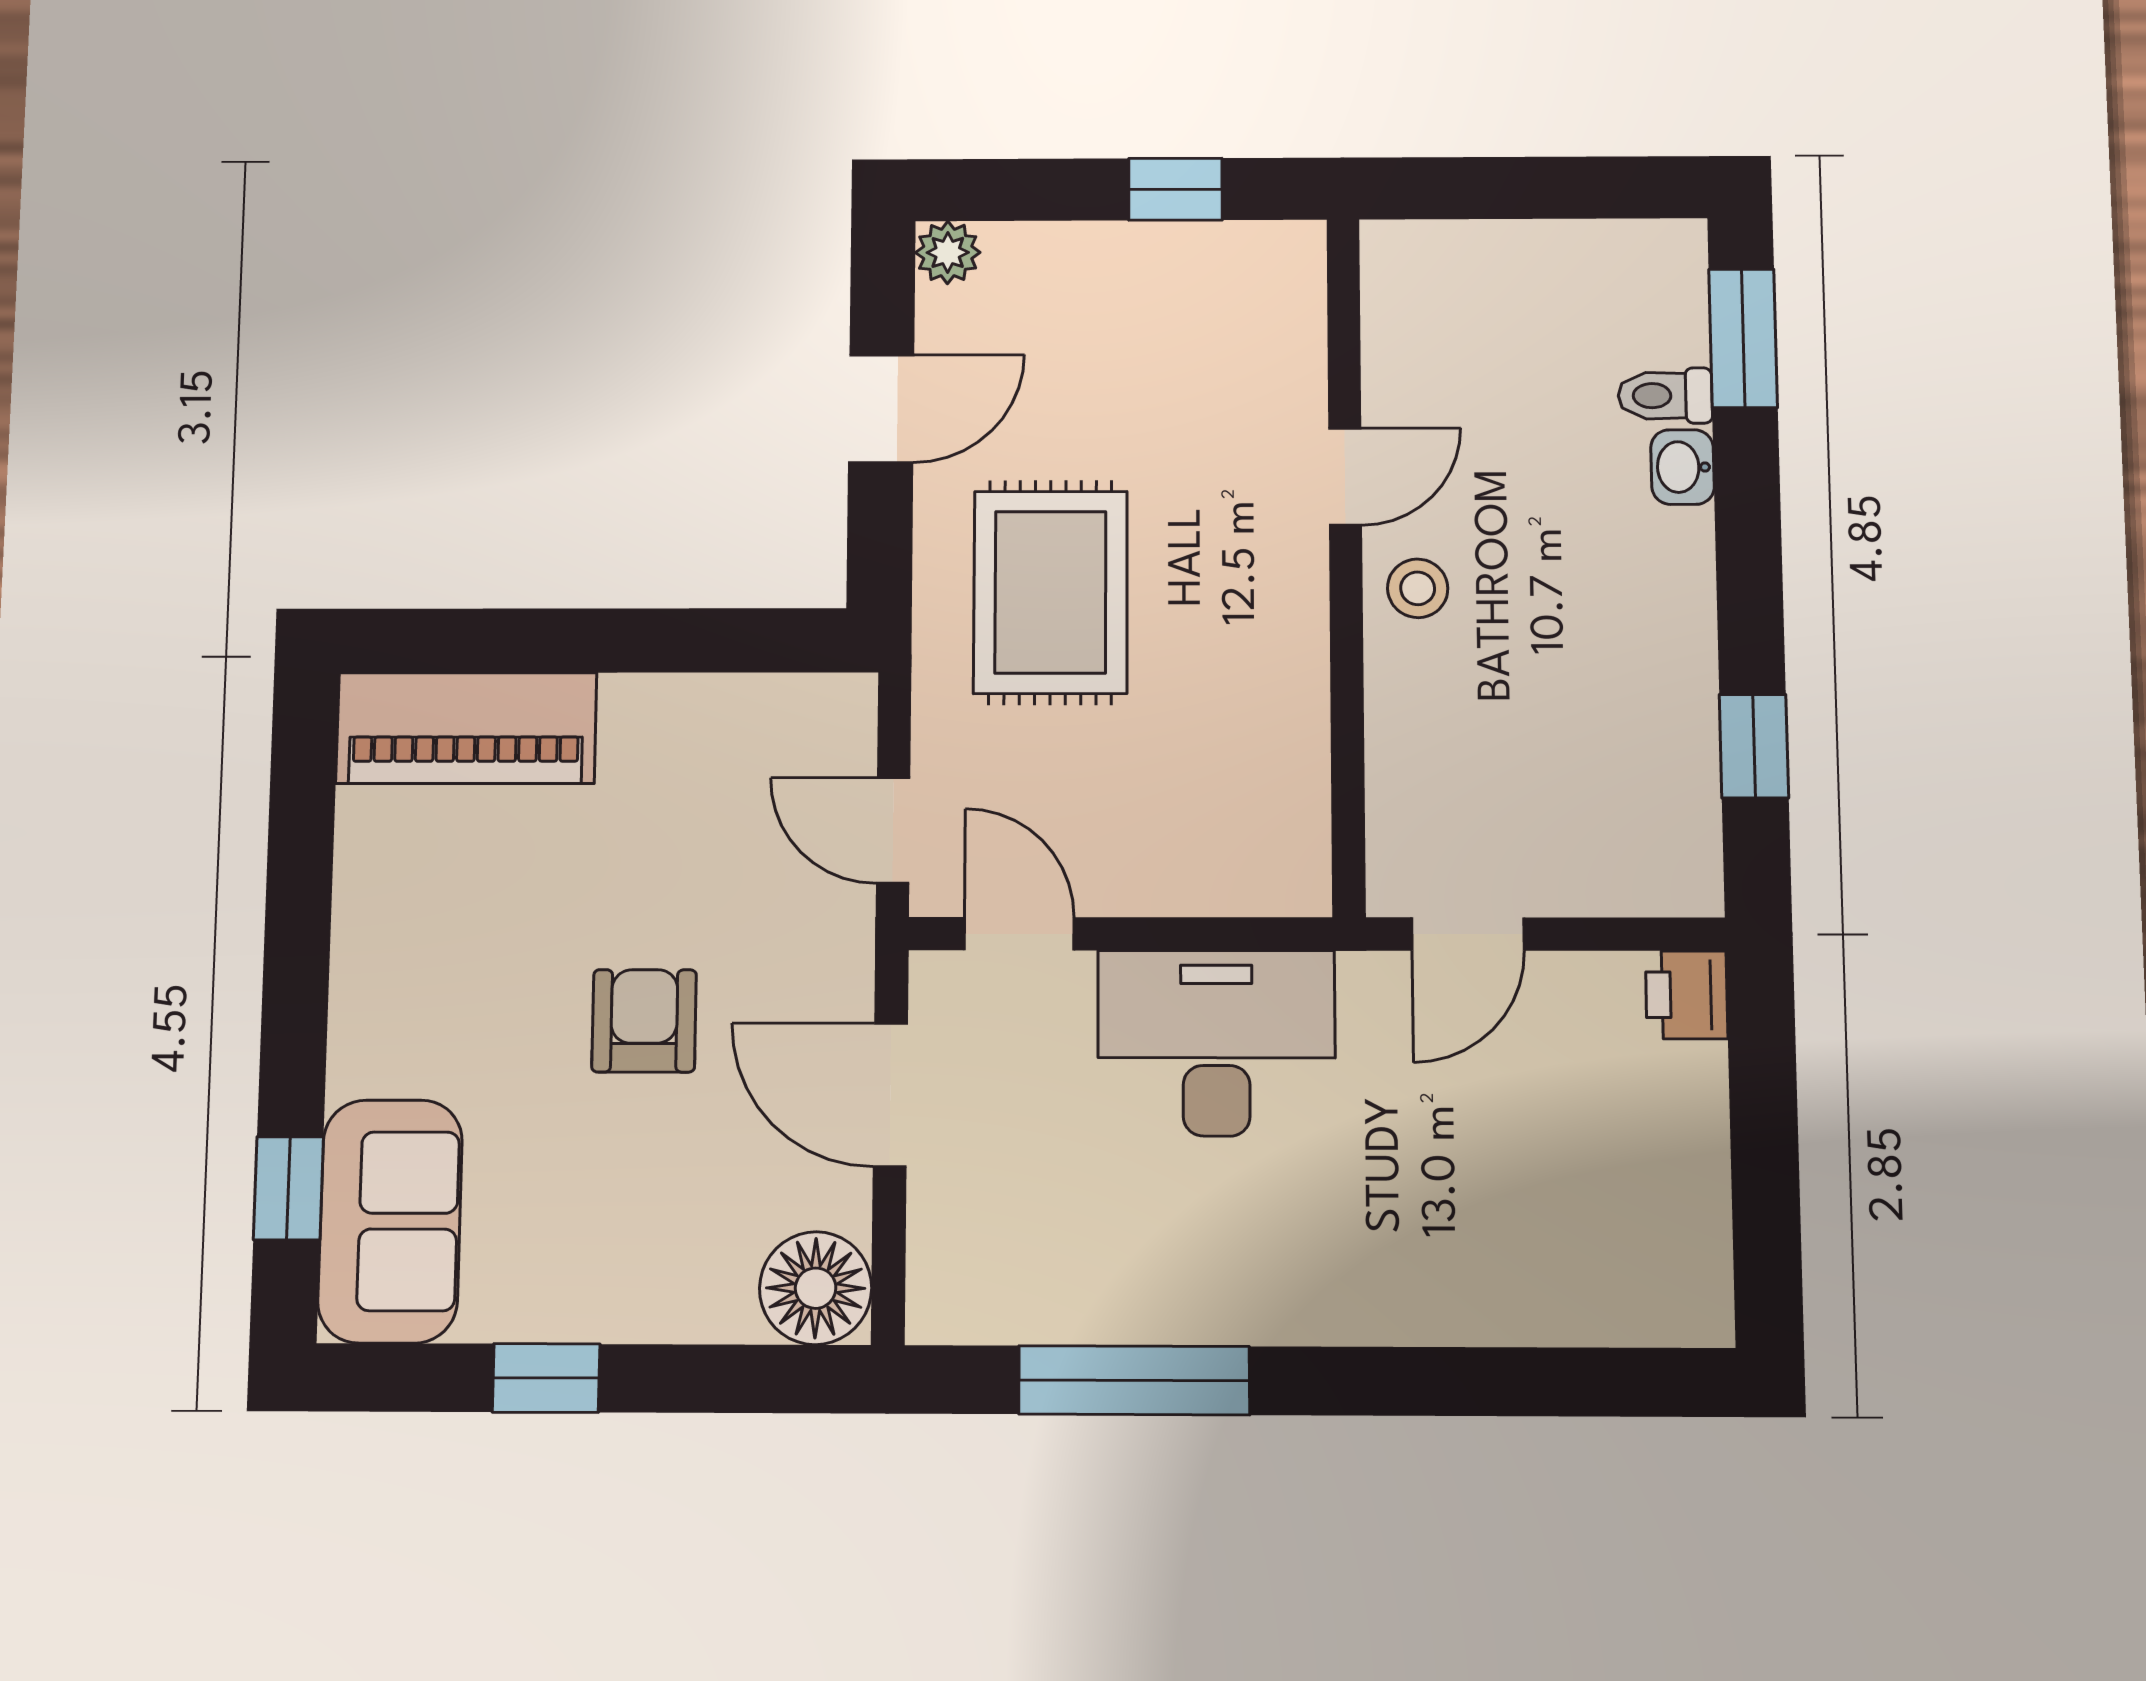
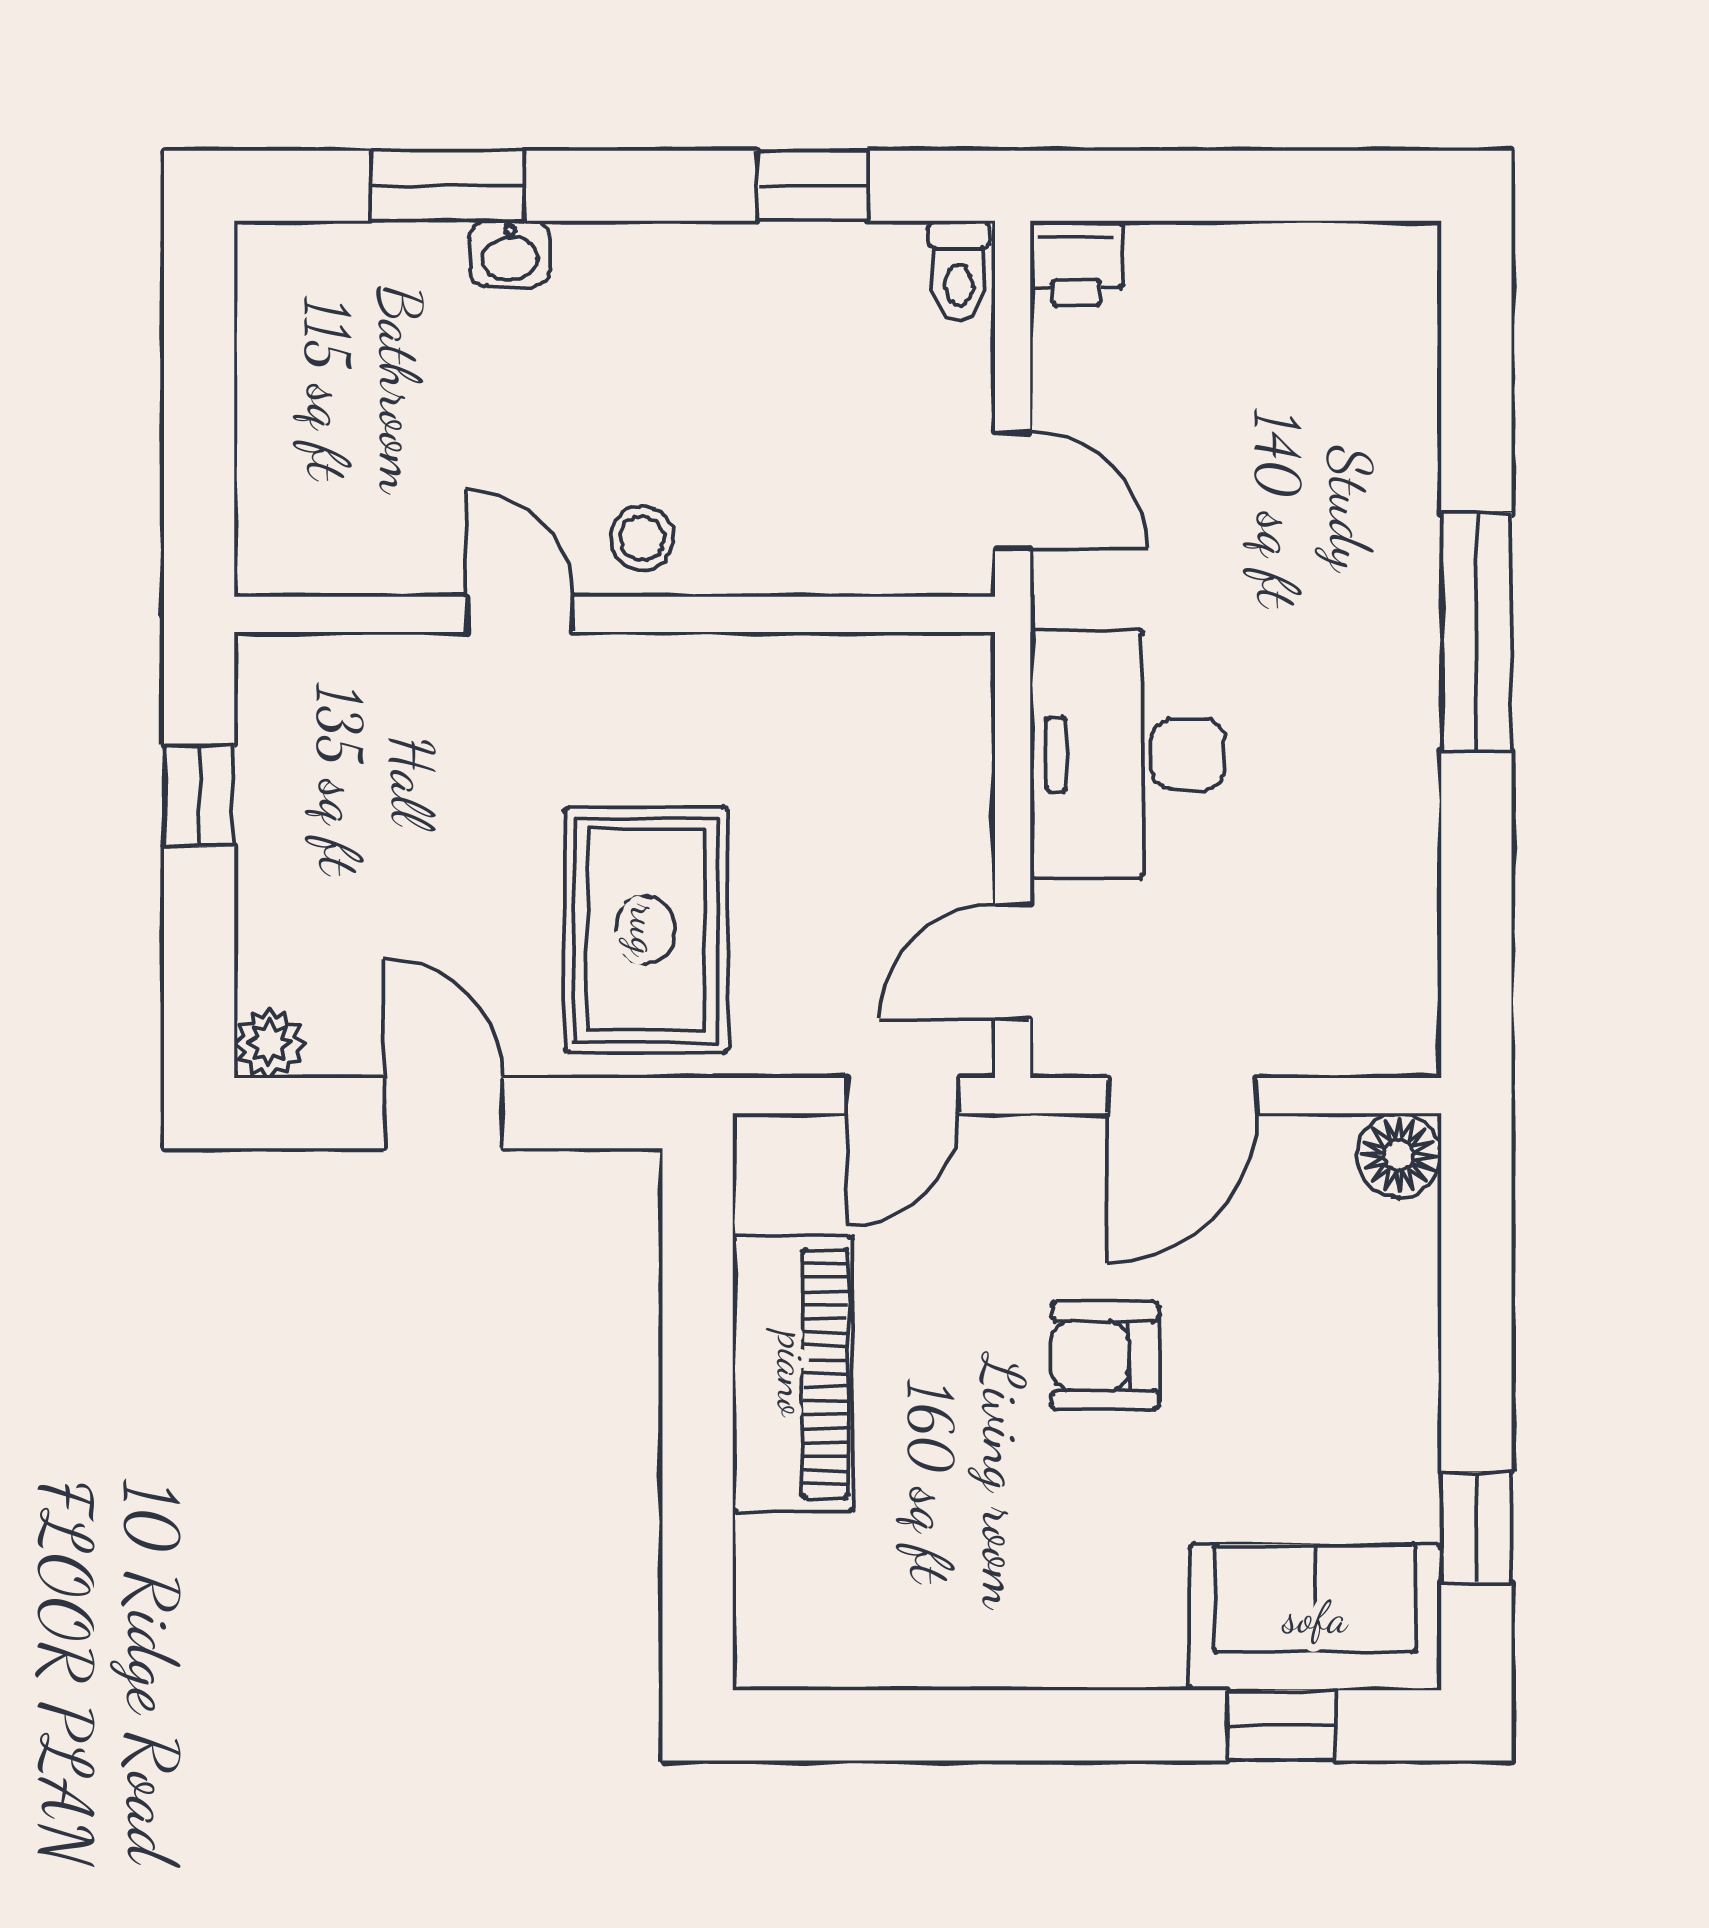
window: (1743, 338) -> (447, 186), moved
toilet: (1665, 396) -> (959, 271), moved
rug: (1050, 592) -> (646, 930), turned 90
piano: (466, 728) -> (793, 1374), moved
floor lamp: (816, 1288) -> (1399, 1155), width x0.73, depth x0.73
window: (546, 1378) -> (1476, 1528), moved
window: (1134, 1380) -> (1476, 632), moved

